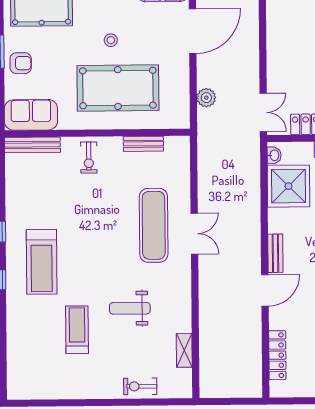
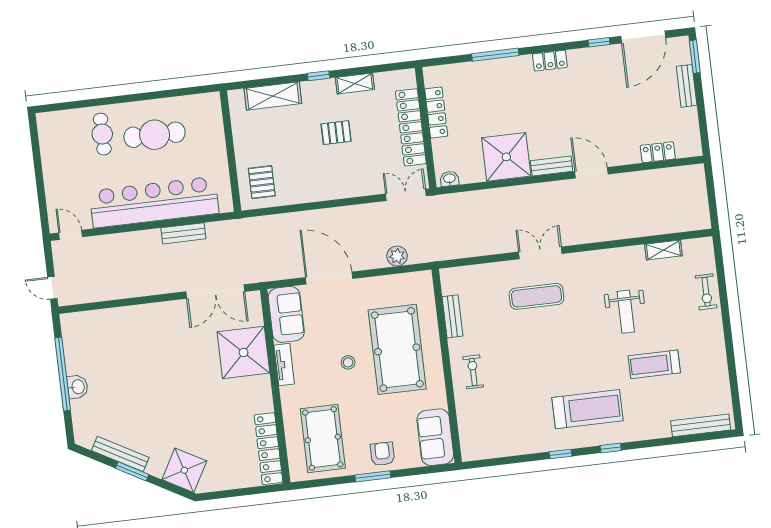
bench: (32, 145) -> (701, 425), moved, turned 90
exercise bike: (89, 158) -> (473, 372), turned -90
shower: (289, 186) -> (506, 157), moved
exercise mat: (154, 225) -> (536, 296), width x0.73, depth x0.69
locker: (277, 355) -> (658, 152), width x0.66

